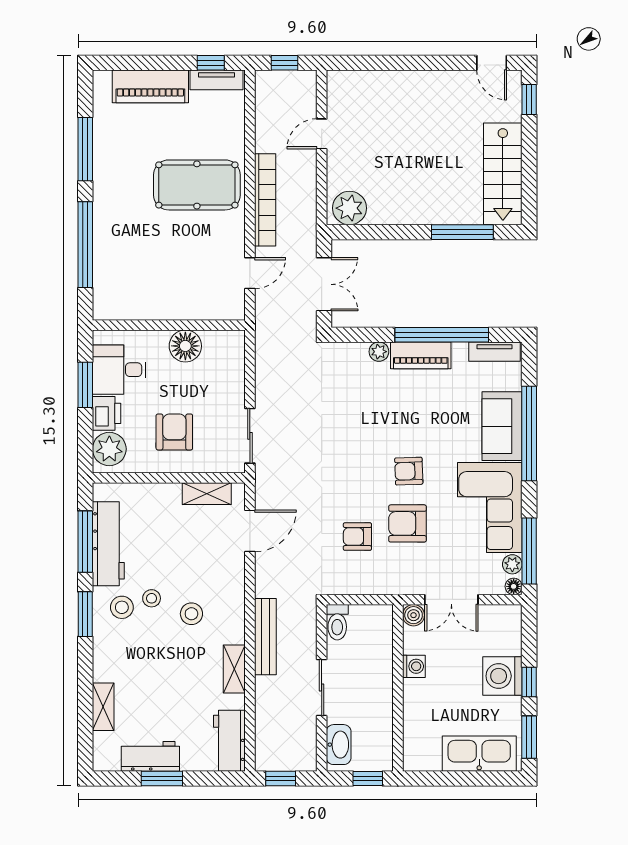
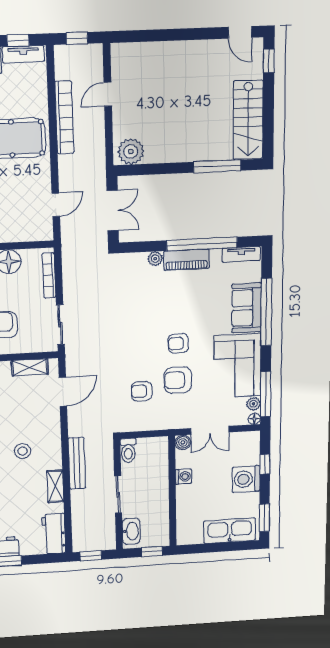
bookcase: (265, 200) -> (64, 117), moved
bookcase: (237, 367) -> (49, 275), added
window: (529, 682) -> (265, 464), moved

